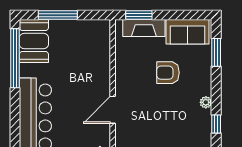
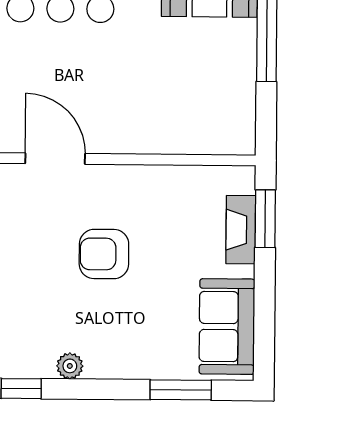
fireplace: (144, 28) -> (241, 230), width x0.73, depth x0.76
armchair: (168, 73) -> (104, 254), moved, turned -90

